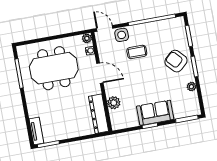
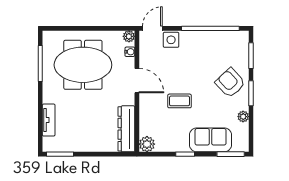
door: (105, 28) -> (152, 28), hinge flipped
coffee table: (137, 52) -> (180, 101), moved
plant: (114, 103) -> (147, 144), moved
sofa: (155, 113) -> (211, 140), moved
tv unit: (36, 131) -> (49, 120), moved

